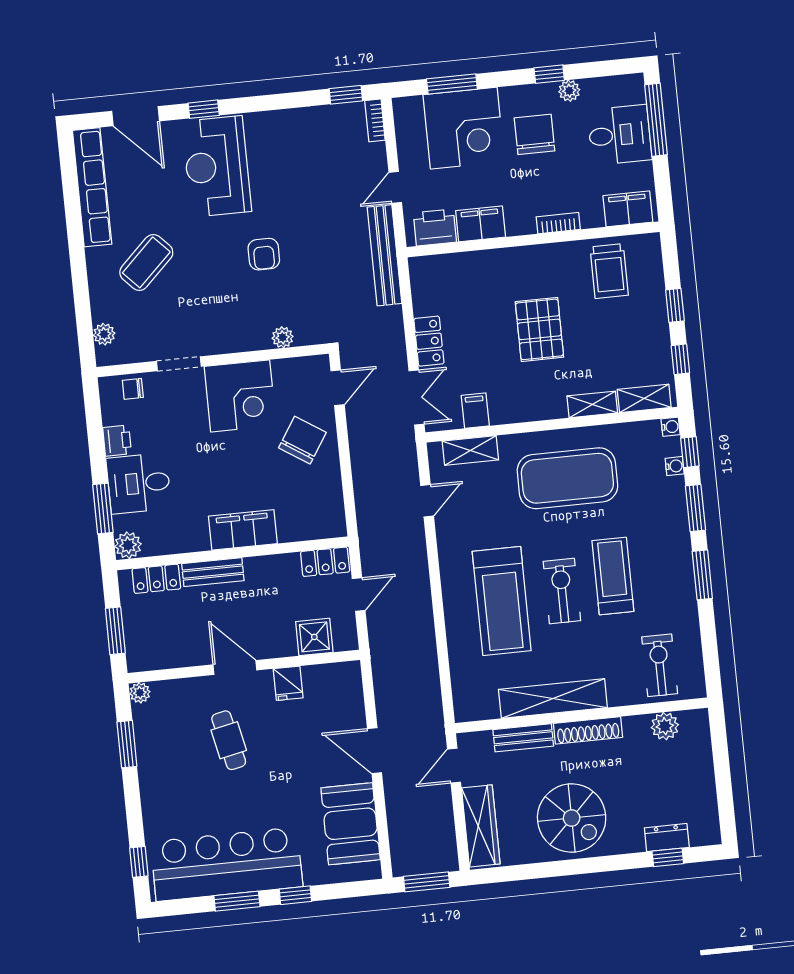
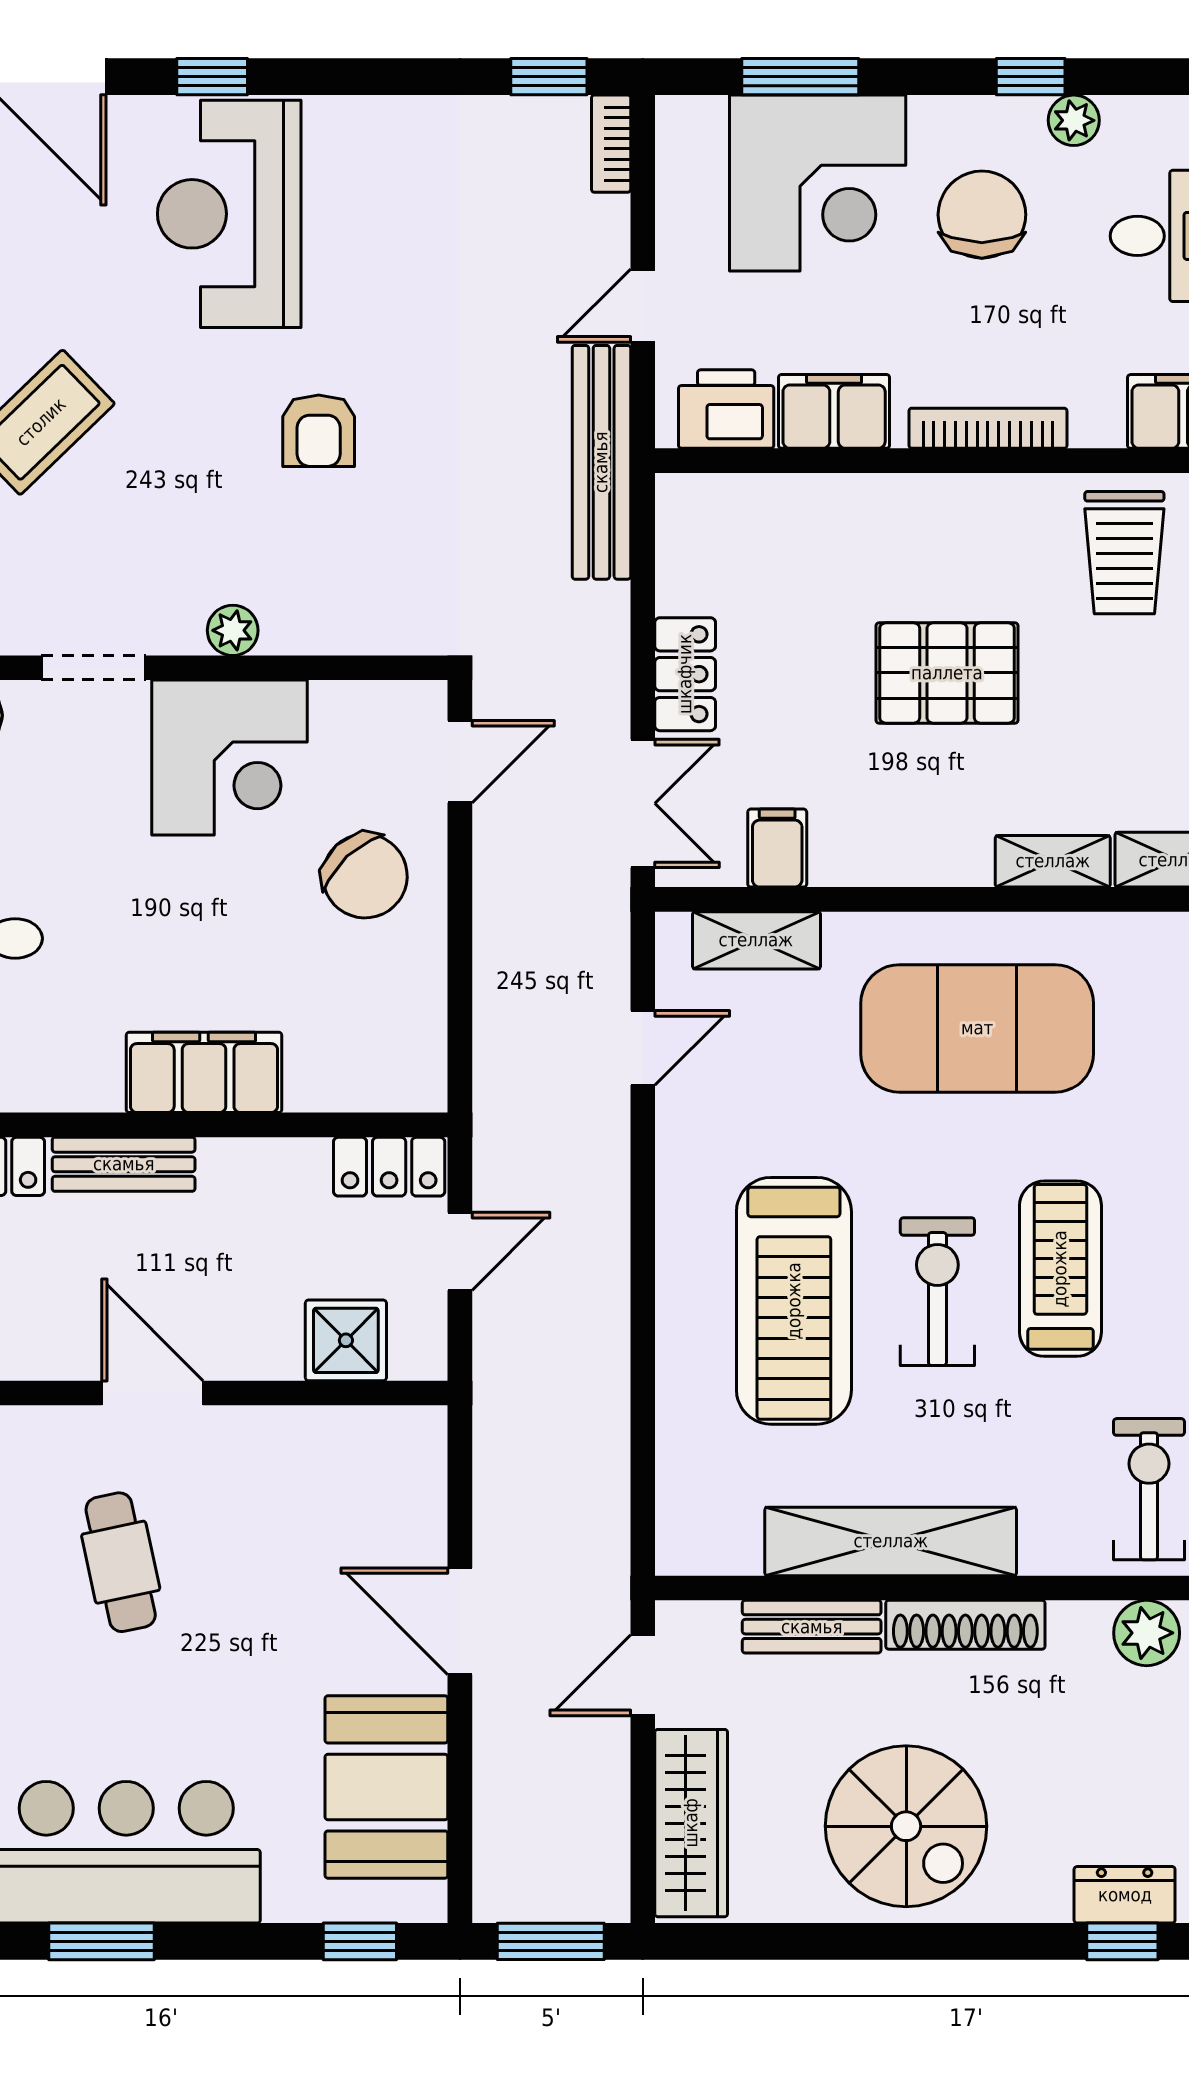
bookcase: (558, 223) -> (988, 428), width x1.56
pallet: (539, 329) -> (947, 673), turned 90
plant: (283, 337) -> (233, 630), moved
chair: (302, 440) -> (365, 876), turned 104
fridge: (288, 683) -> (274, 1443), removed
window: (295, 895) -> (360, 1941), moved

